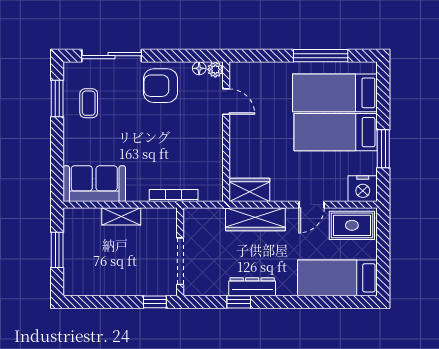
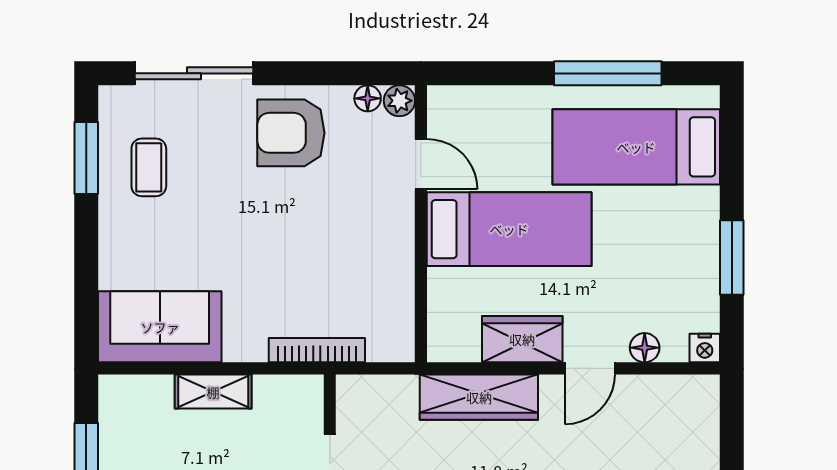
bed: (336, 132) -> (509, 229), moved, turned 180
nightstand: (363, 189) -> (705, 348), width x0.53, depth x0.56
wardrobe: (249, 190) -> (522, 339), moved
floor lamp: (339, 194) -> (645, 348), added
rug: (352, 225) -> (670, 409), removed

